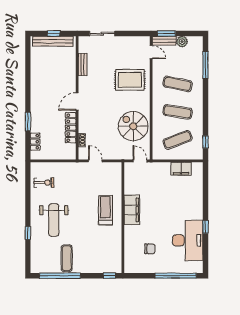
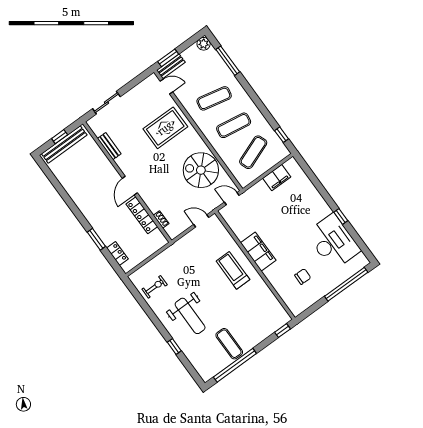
plant: (182, 42) -> (204, 44), moved
door: (95, 161) -> (201, 221), moved

